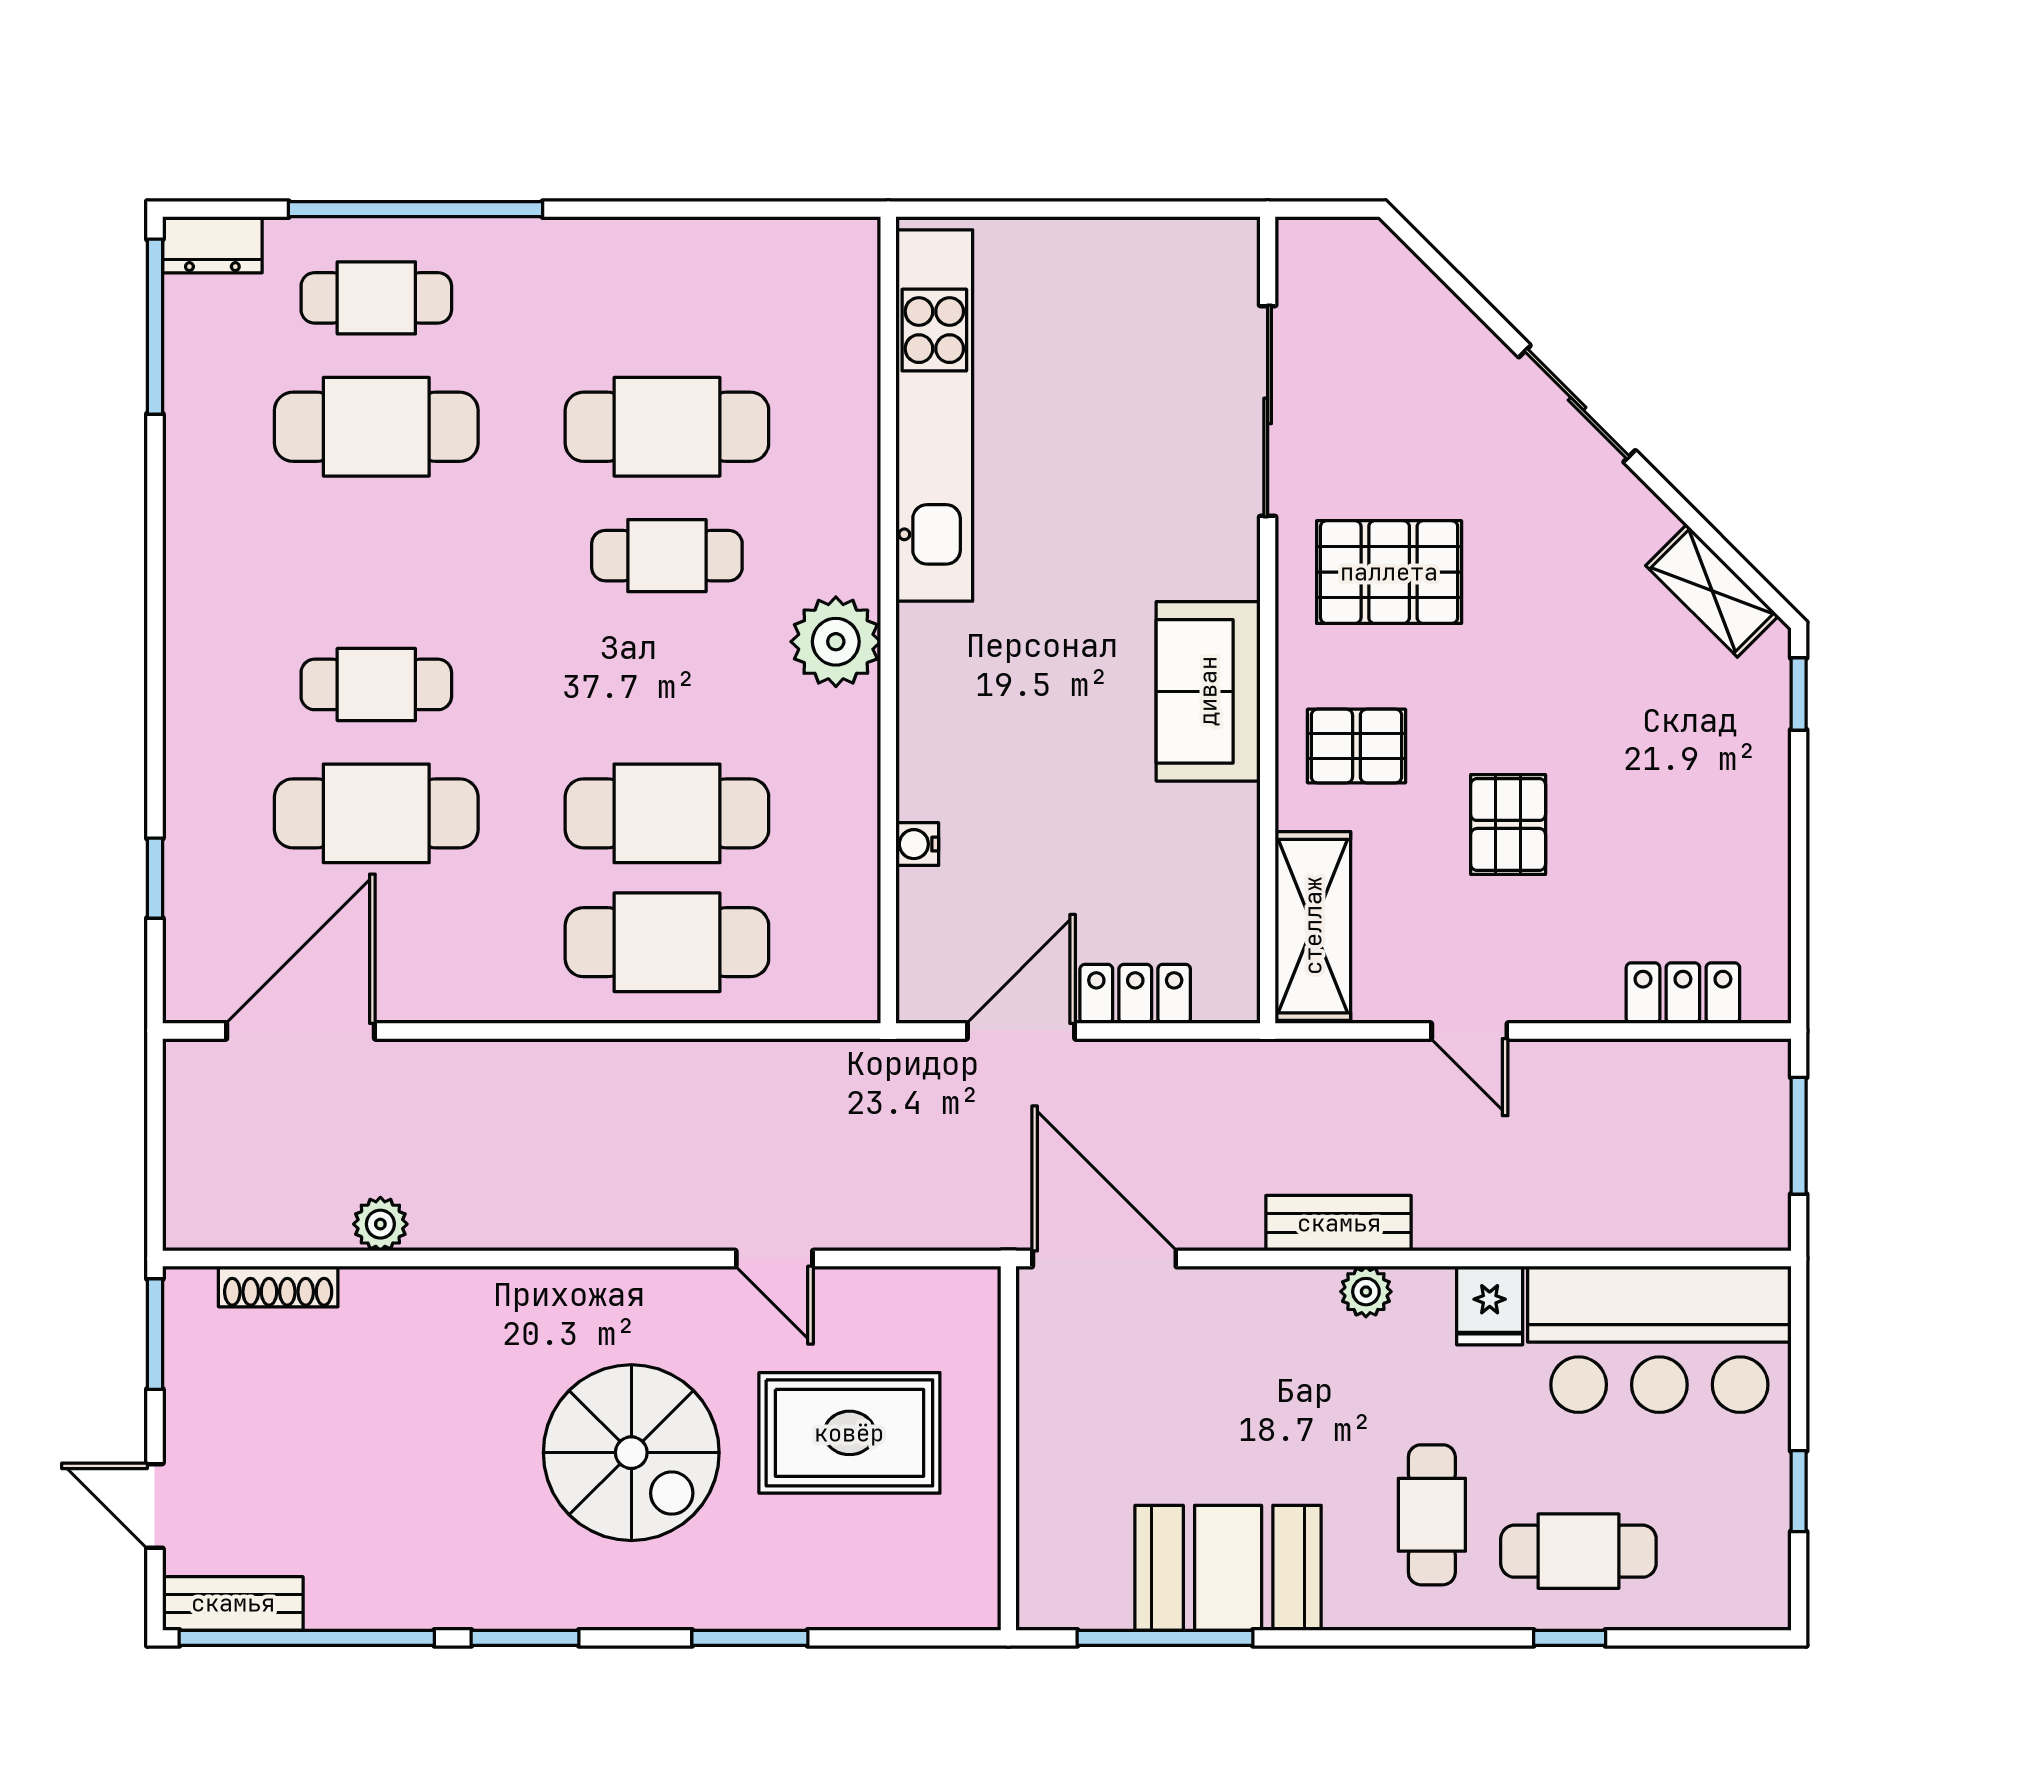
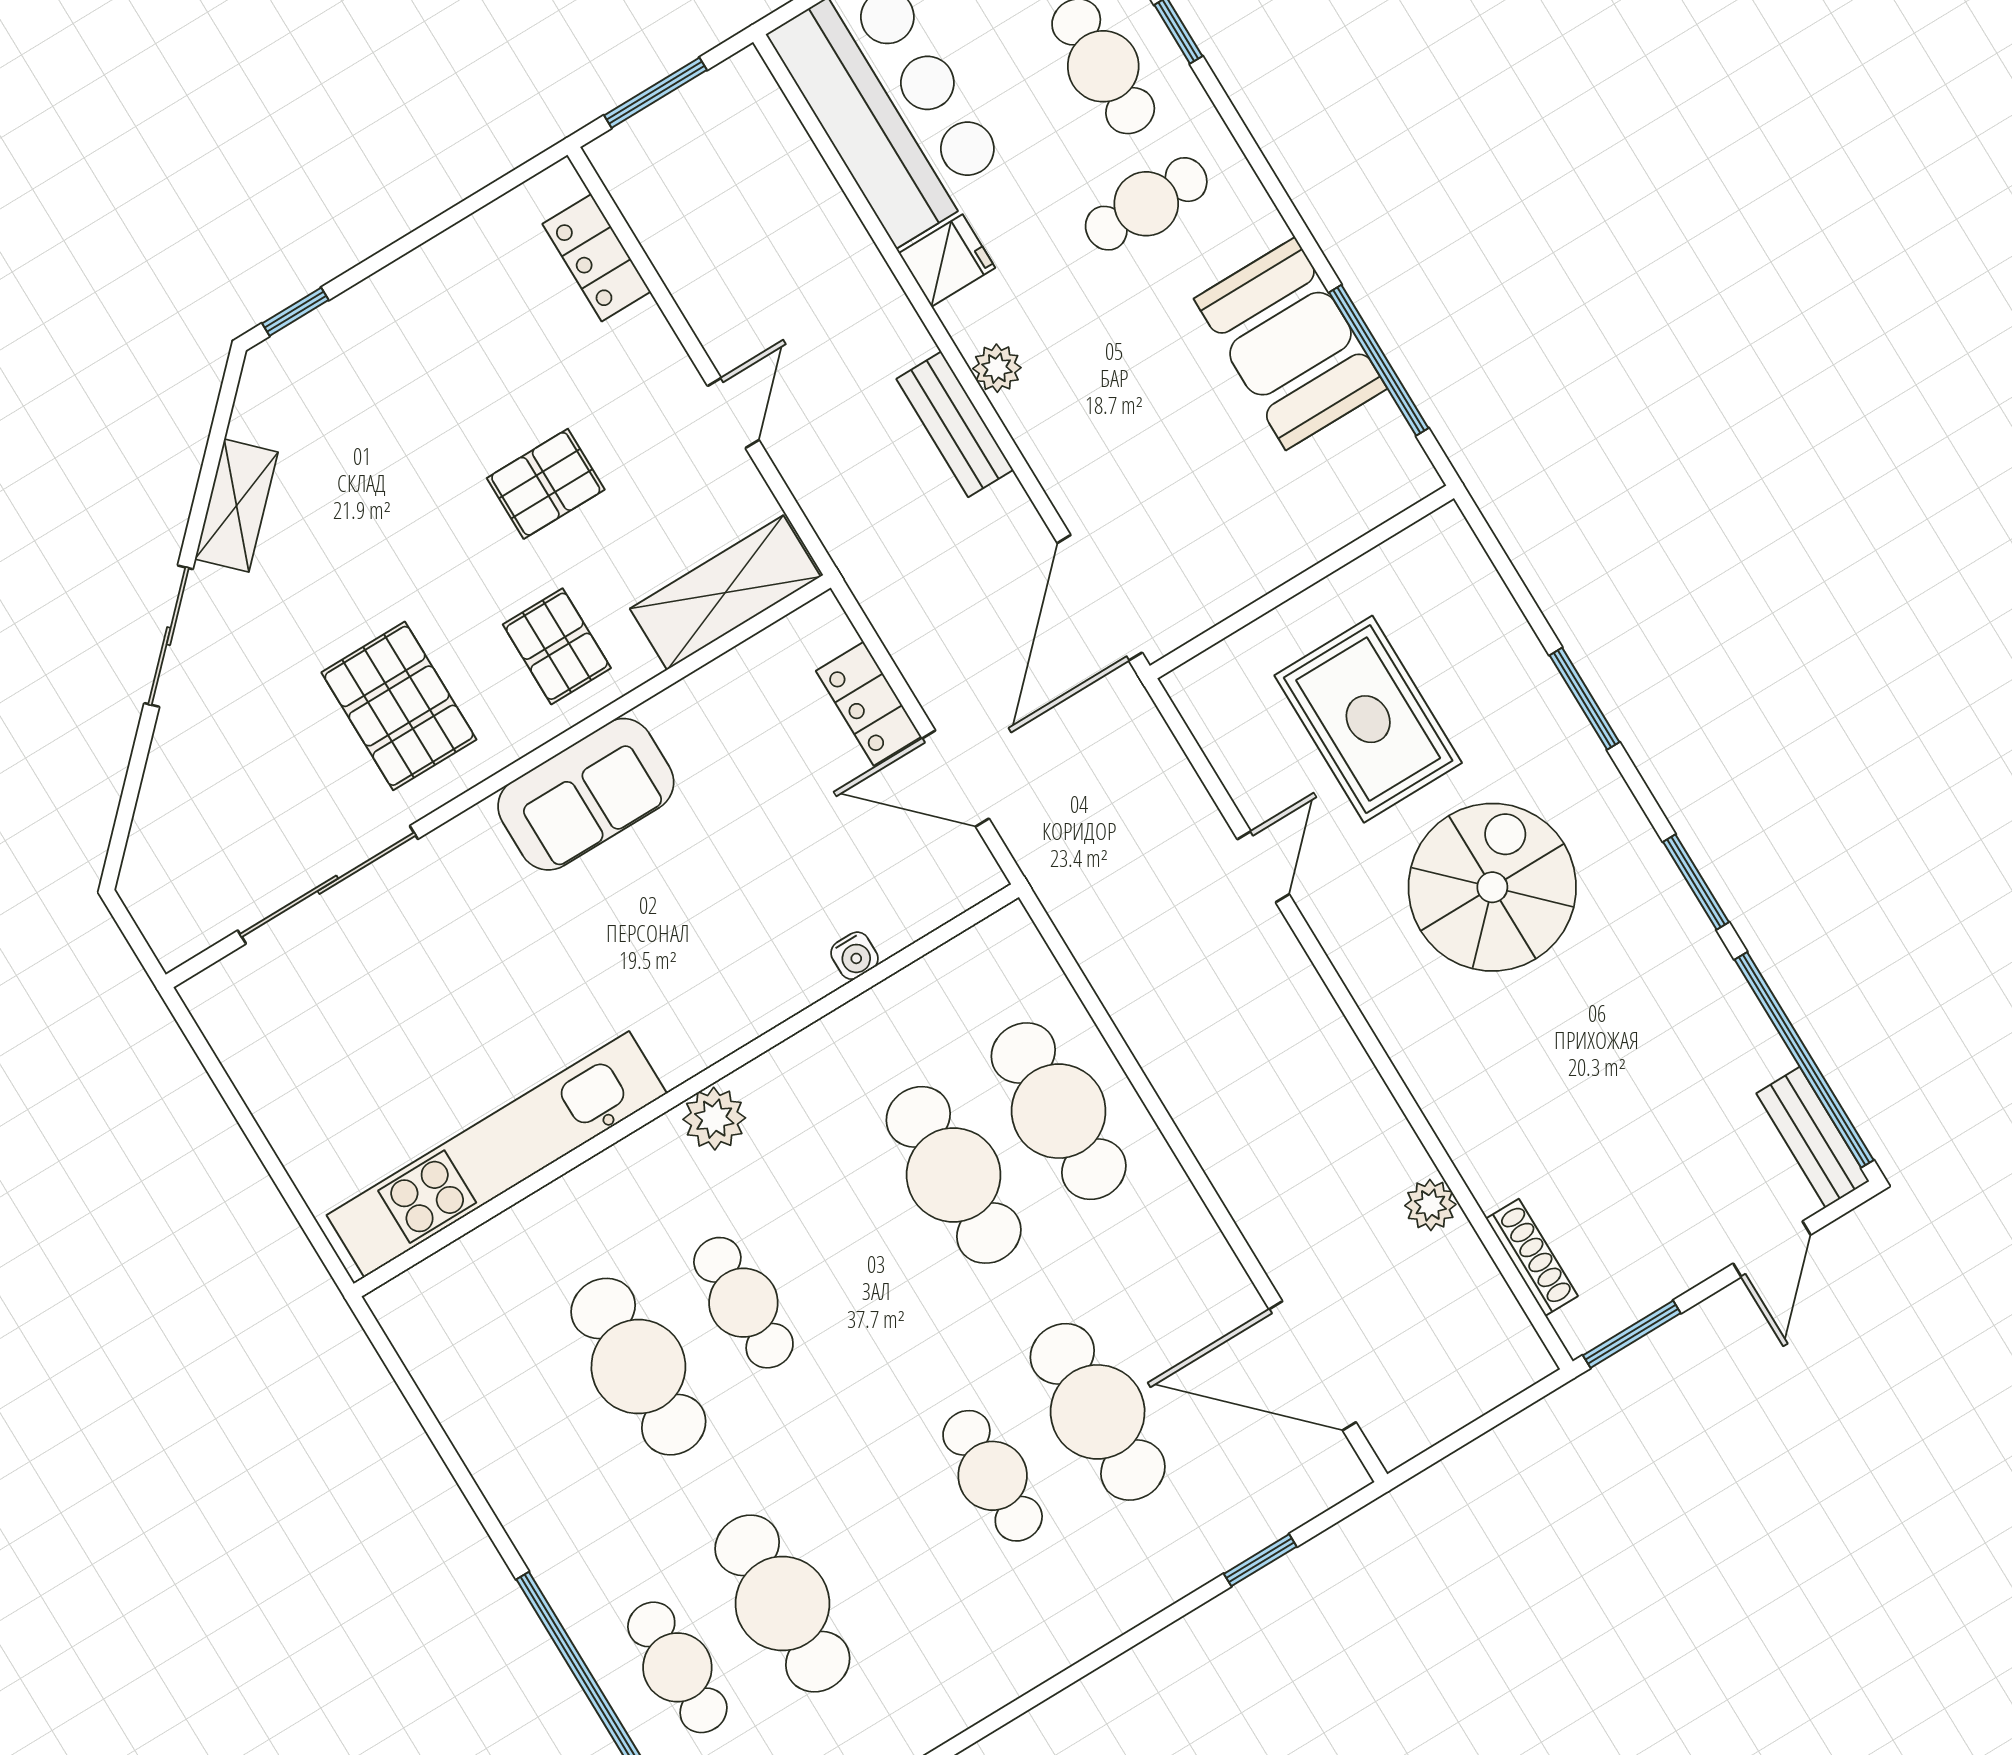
shelving: (1712, 591) -> (236, 506), moved
plant: (836, 642) -> (714, 1119), width x0.73, depth x0.73

